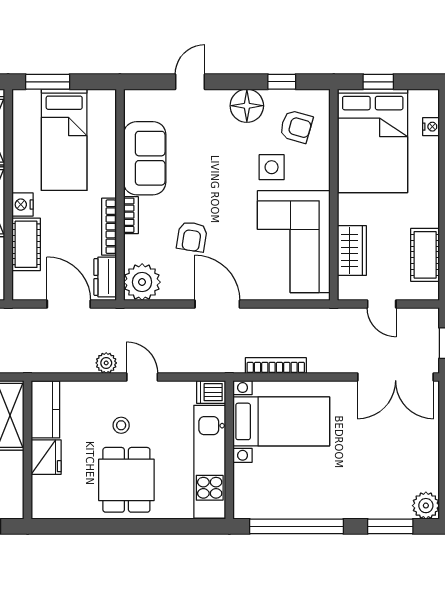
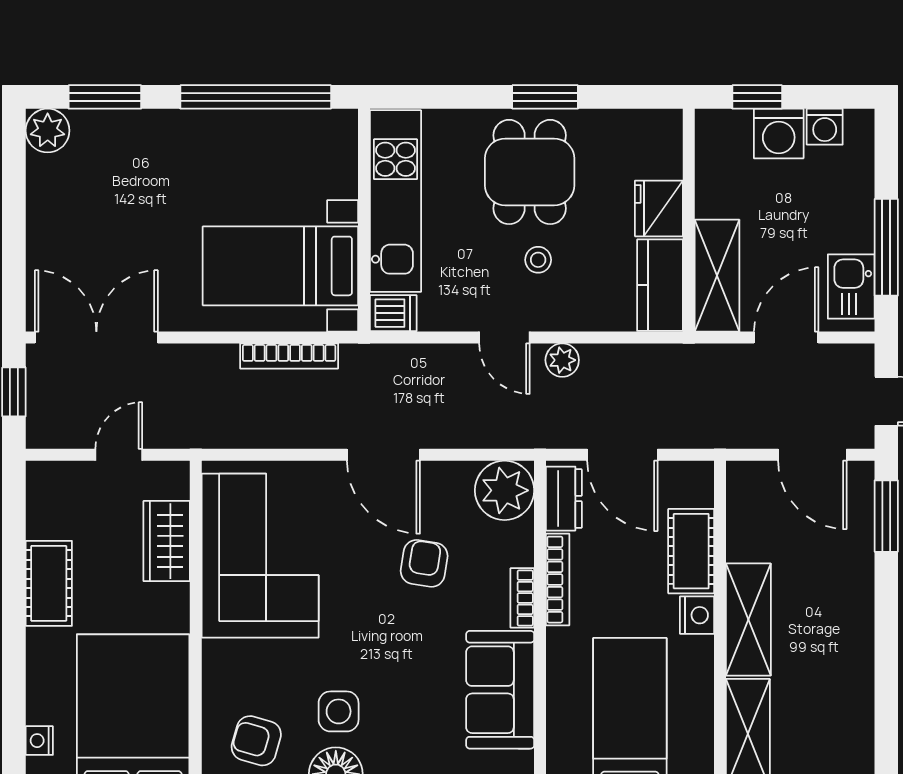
side table: (272, 167) -> (339, 711), moved
cot: (425, 255) -> (49, 583), moved
door: (382, 304) -> (119, 455), hinge flipped
window: (117, 526) -> (545, 97), added

